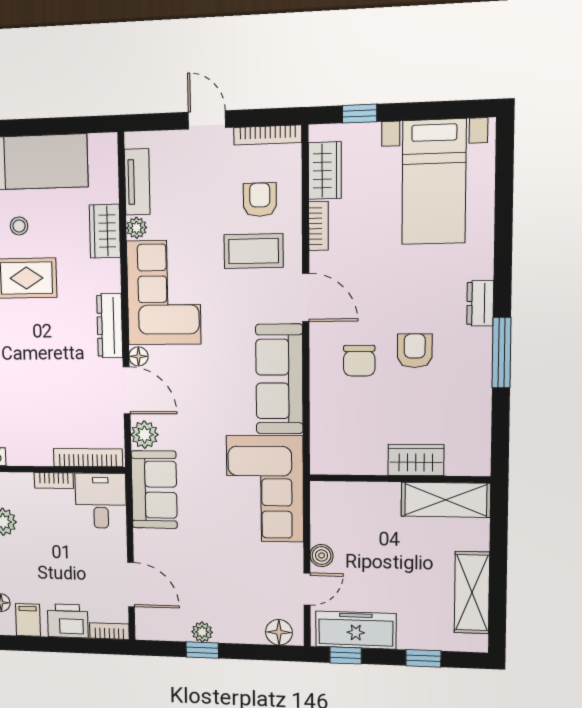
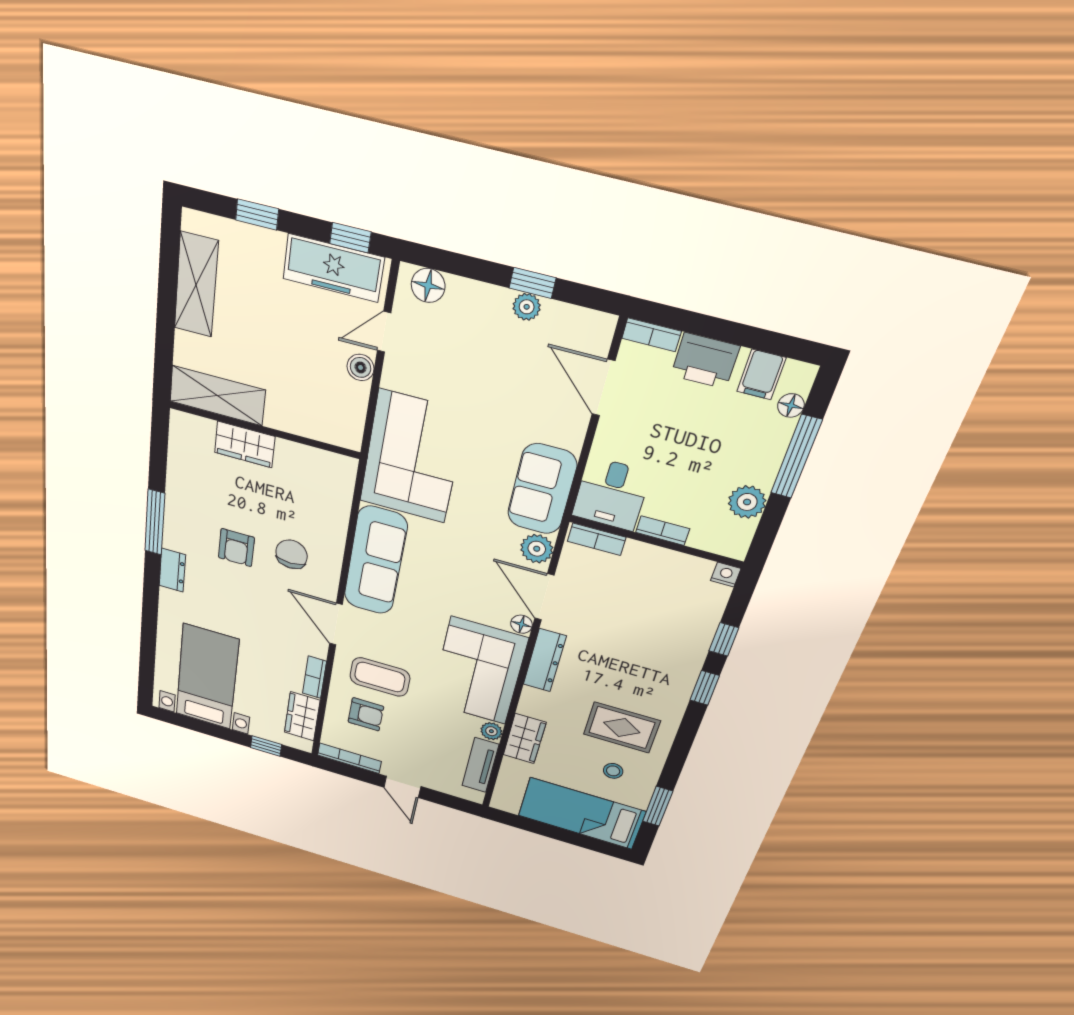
armchair: (260, 200) -> (366, 714), turned -90
bookcase: (88, 458) -> (597, 539), width x0.64

